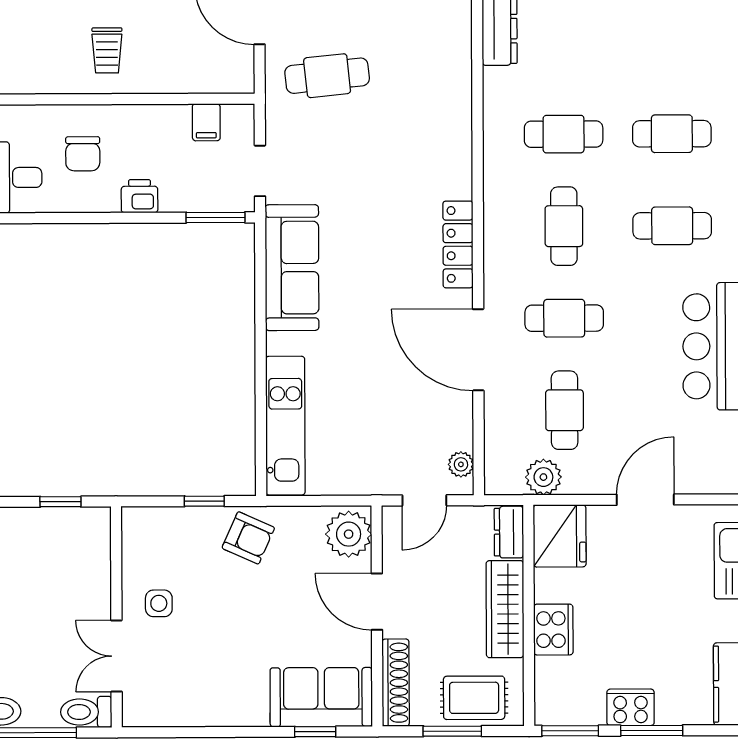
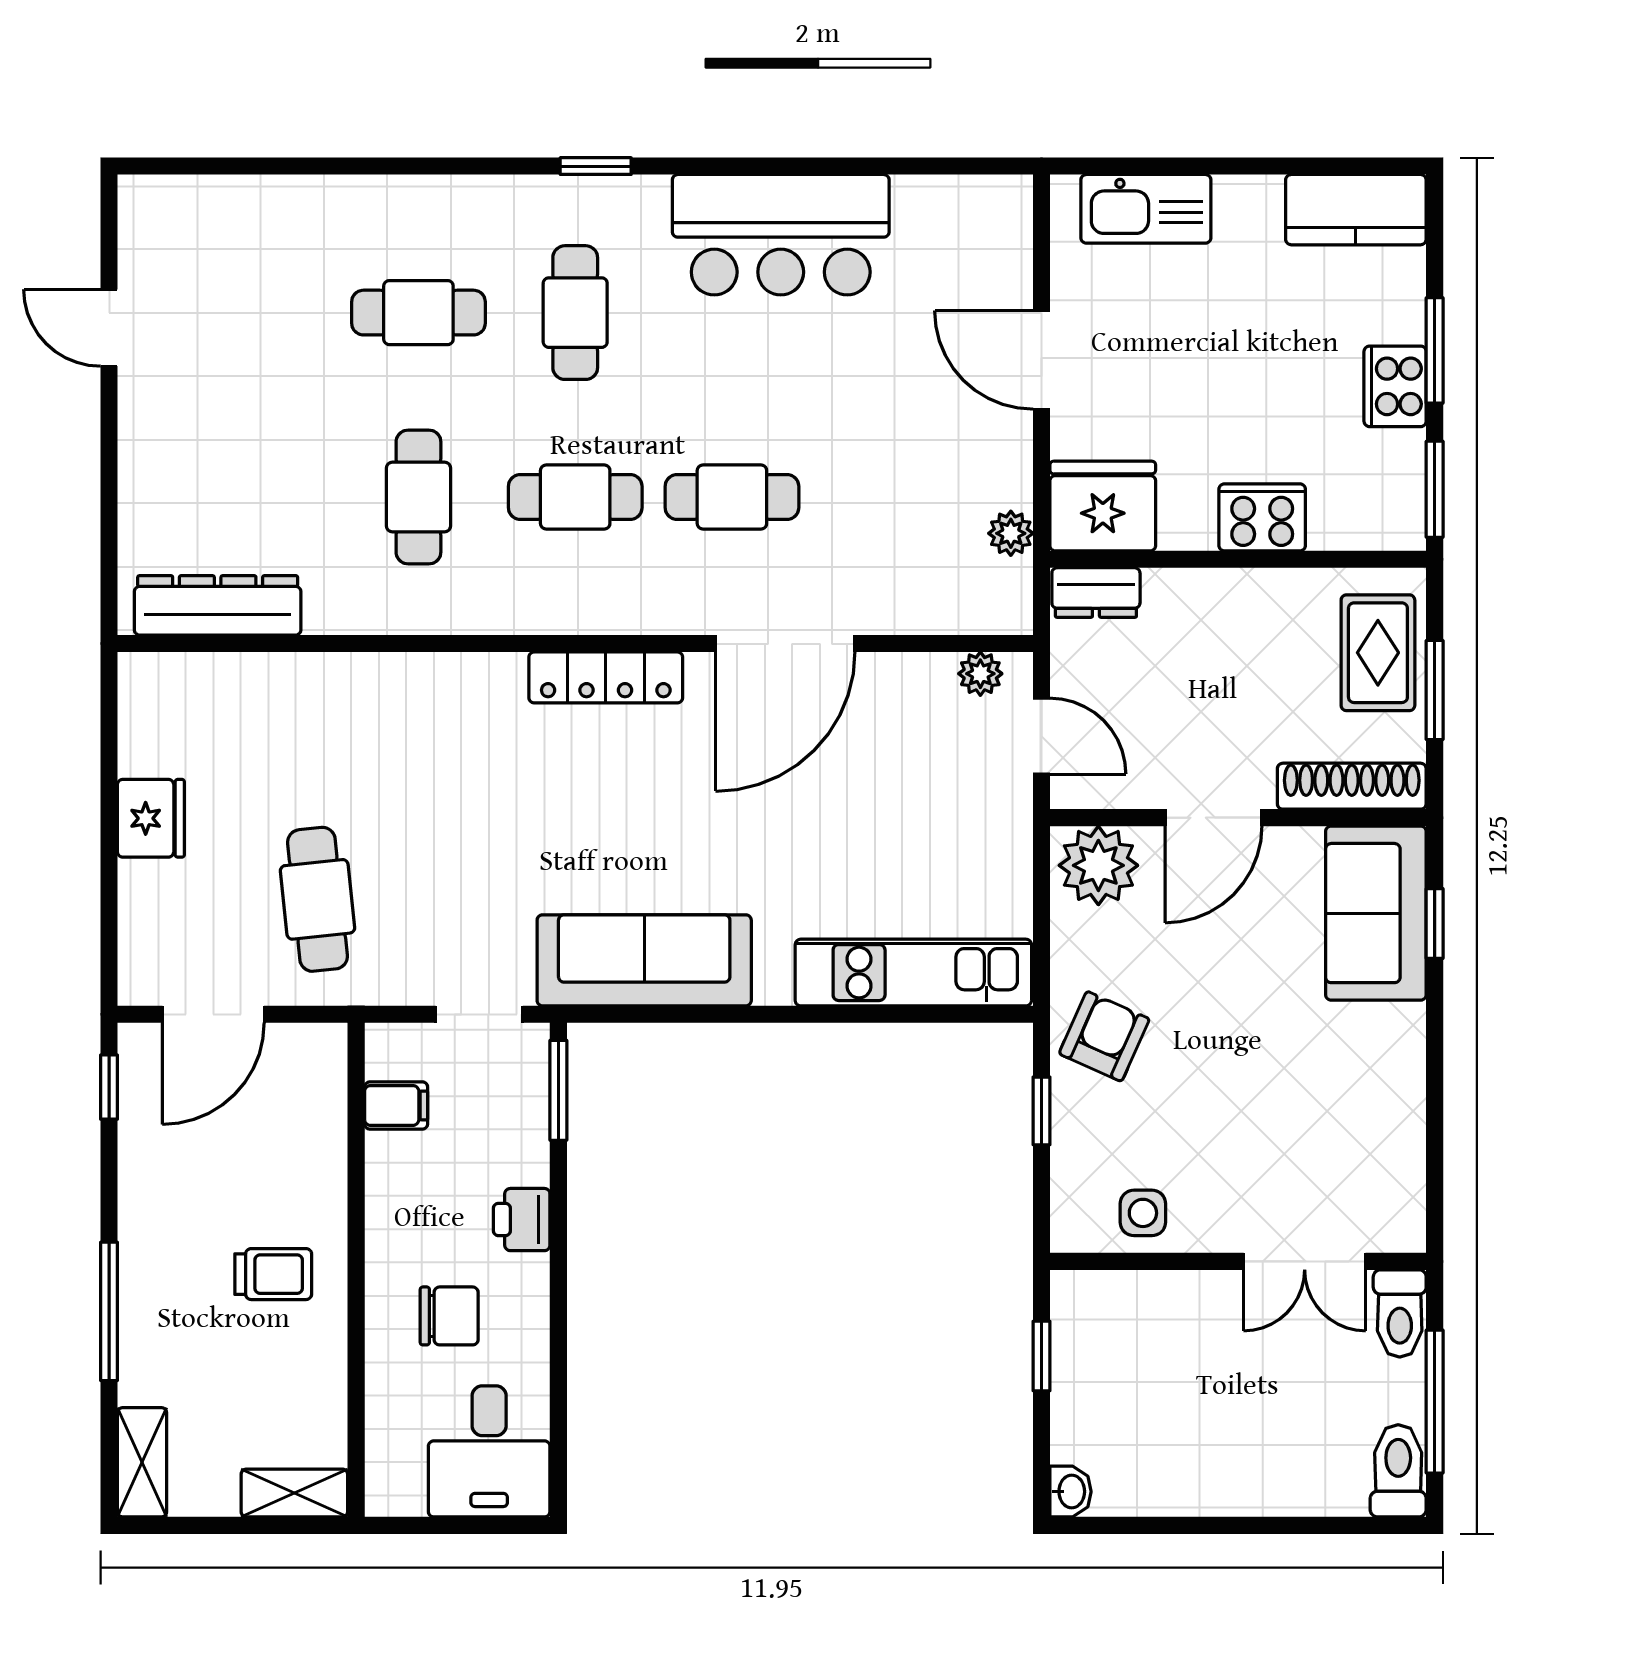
cafe table: (672, 134) -> (418, 313), turned 90
cafe table: (564, 318) -> (732, 497), turned 90
cafe table: (565, 410) -> (889, 497), removed
plant: (543, 477) -> (1011, 533), width x0.73, depth x0.73
side table: (159, 603) -> (1143, 1213), moved
wardrobe: (505, 609) -> (1227, 600), removed

